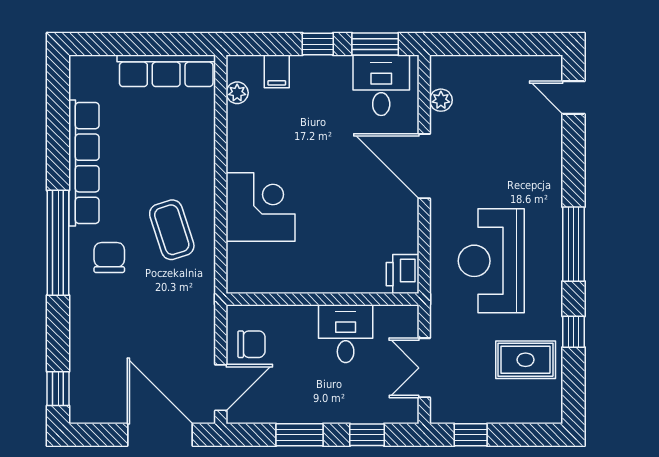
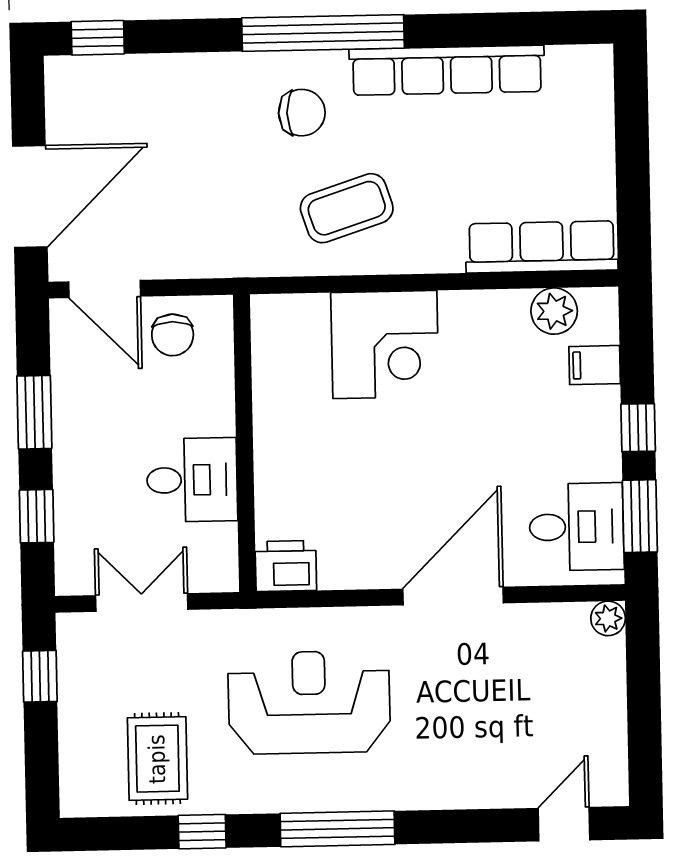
row of seats: (166, 71) -> (542, 247), moved, turned 90
plant: (237, 93) -> (554, 311), width x1.38, depth x1.38
plant: (441, 100) -> (608, 618), moved

